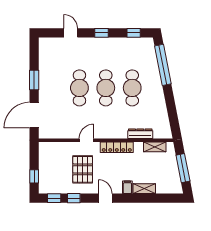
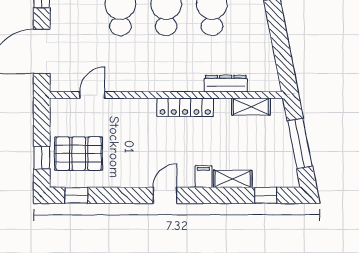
door: (86, 140) -> (92, 95), moved
pallet: (83, 169) -> (79, 154), moved, turned 90
window: (74, 198) -> (266, 195), moved
door: (105, 198) -> (165, 195), hinge flipped

